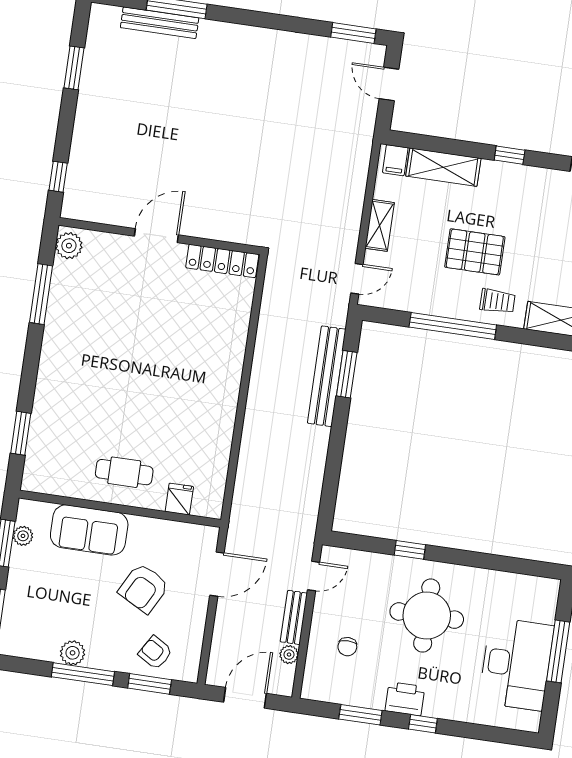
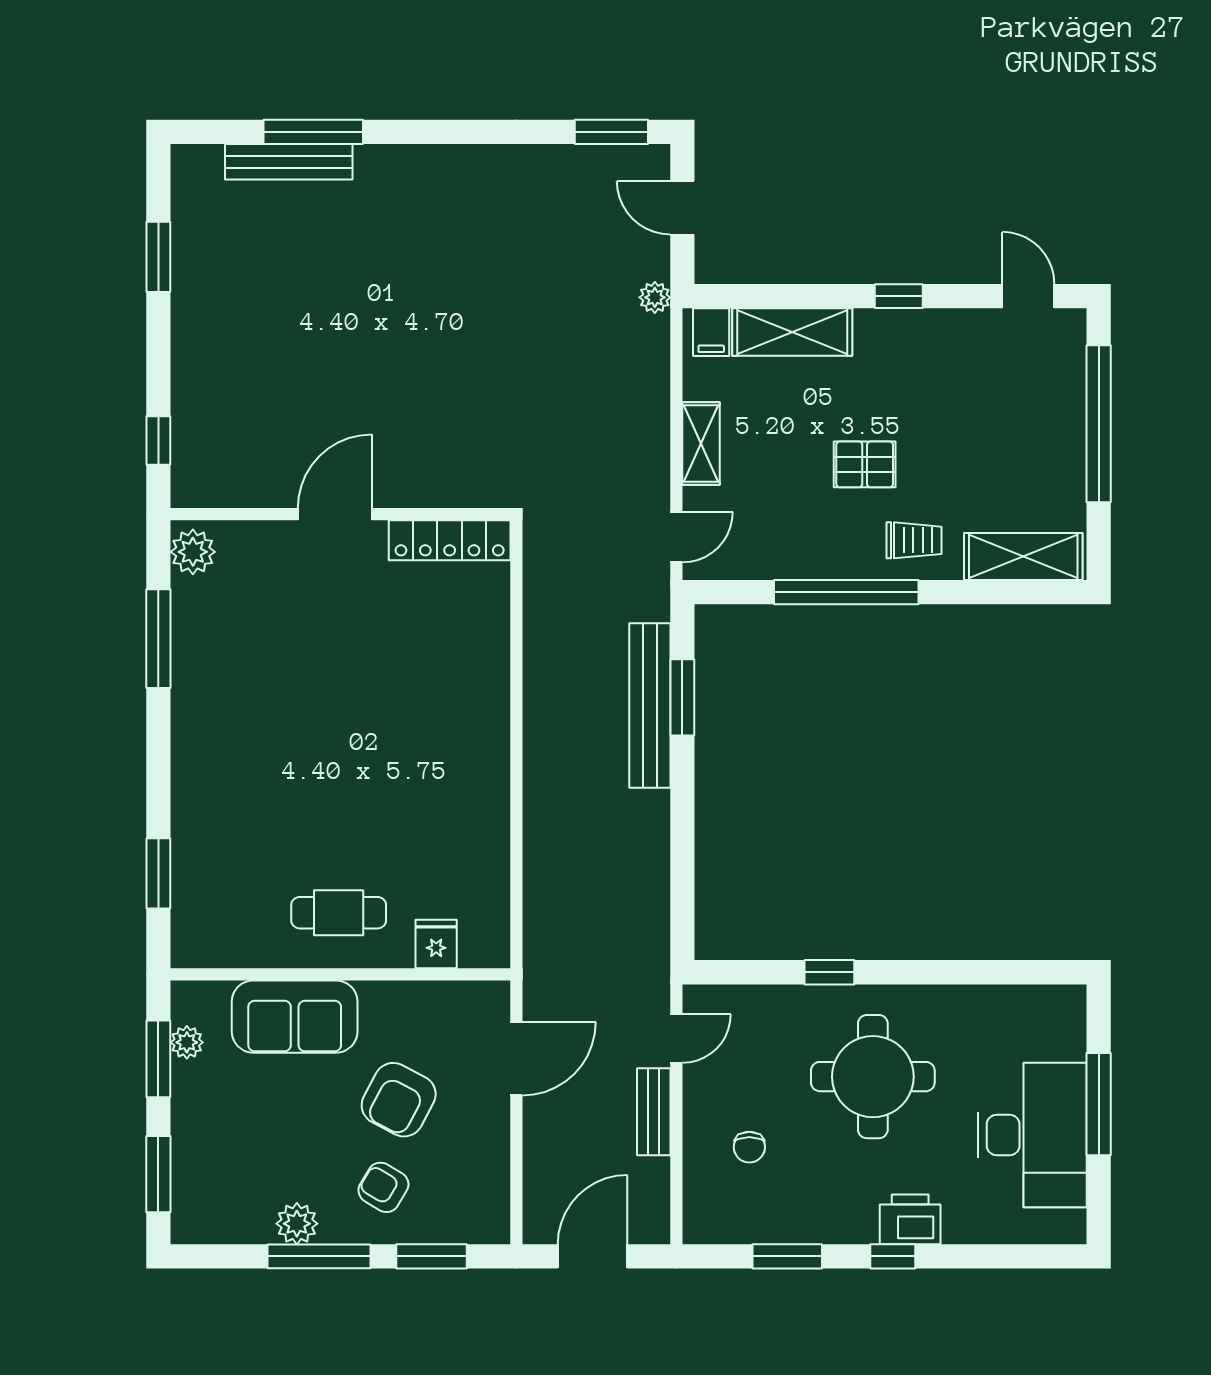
pallet: (475, 252) -> (865, 464), width x0.67, depth x0.71
armchair: (155, 653) -> (383, 1187), moved
plant: (289, 655) -> (655, 297), moved
printer: (405, 699) -> (910, 1219), moved

